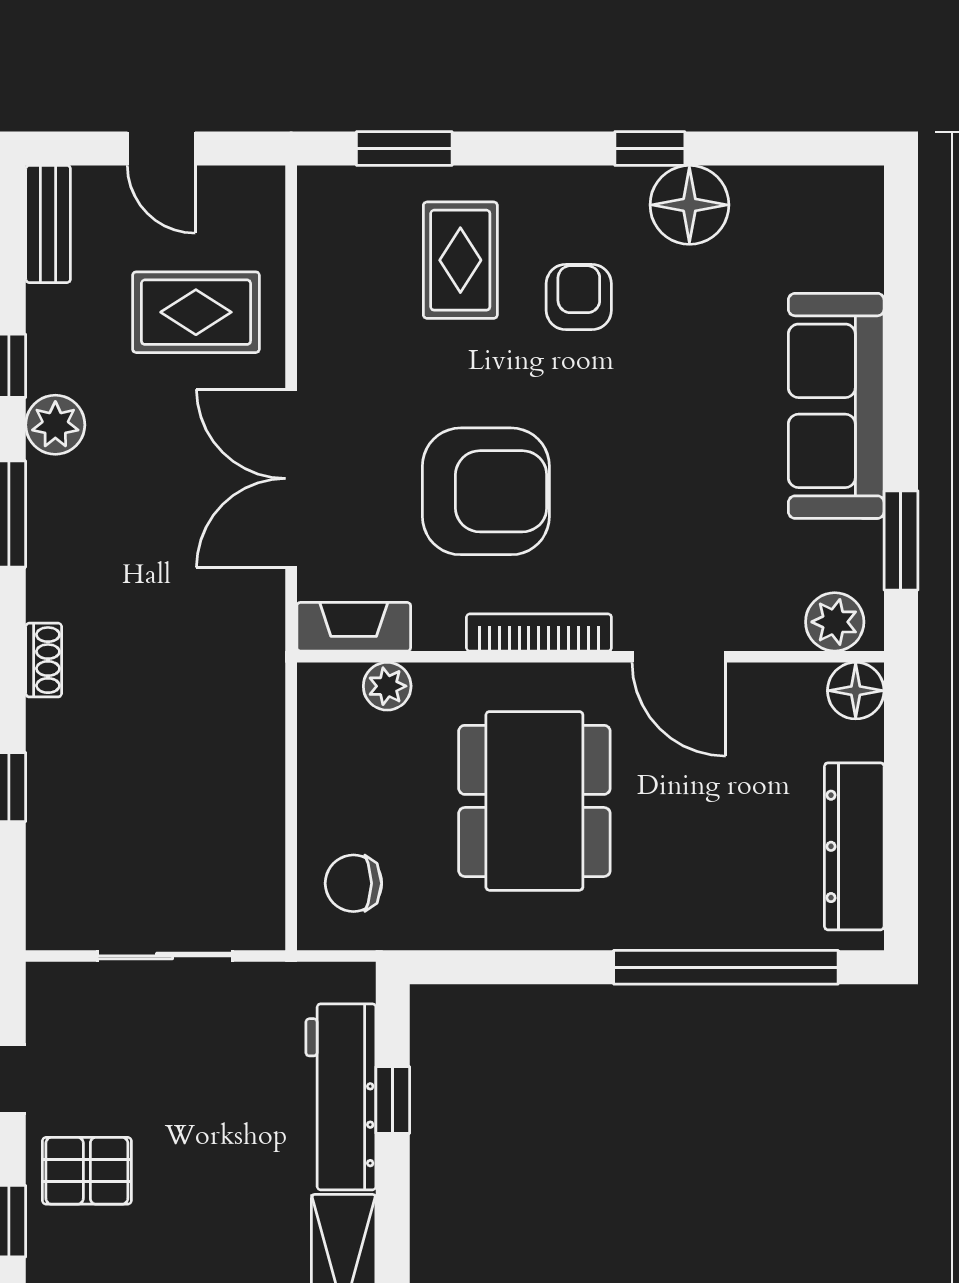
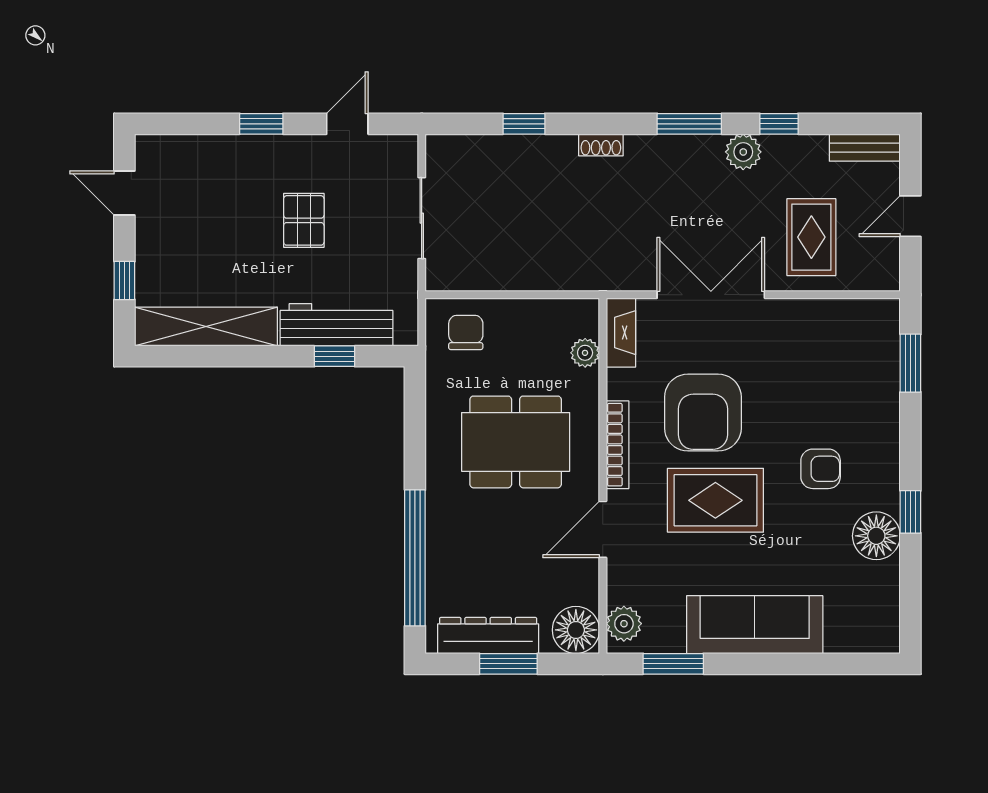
rug: (460, 260) -> (715, 500), moved, width x1.36, depth x1.43
floor lamp: (856, 691) -> (576, 630), width x1.38, depth x1.38
window: (901, 813) -> (508, 664), added
pallet: (87, 1171) -> (304, 220), moved

